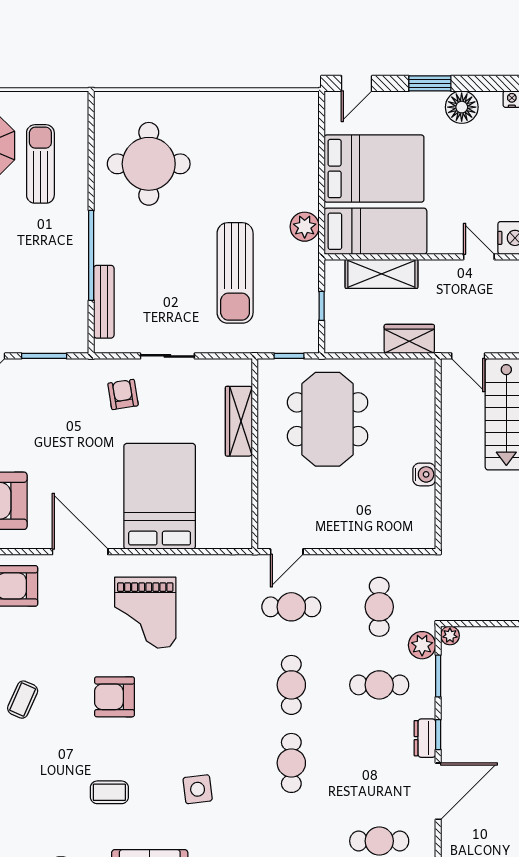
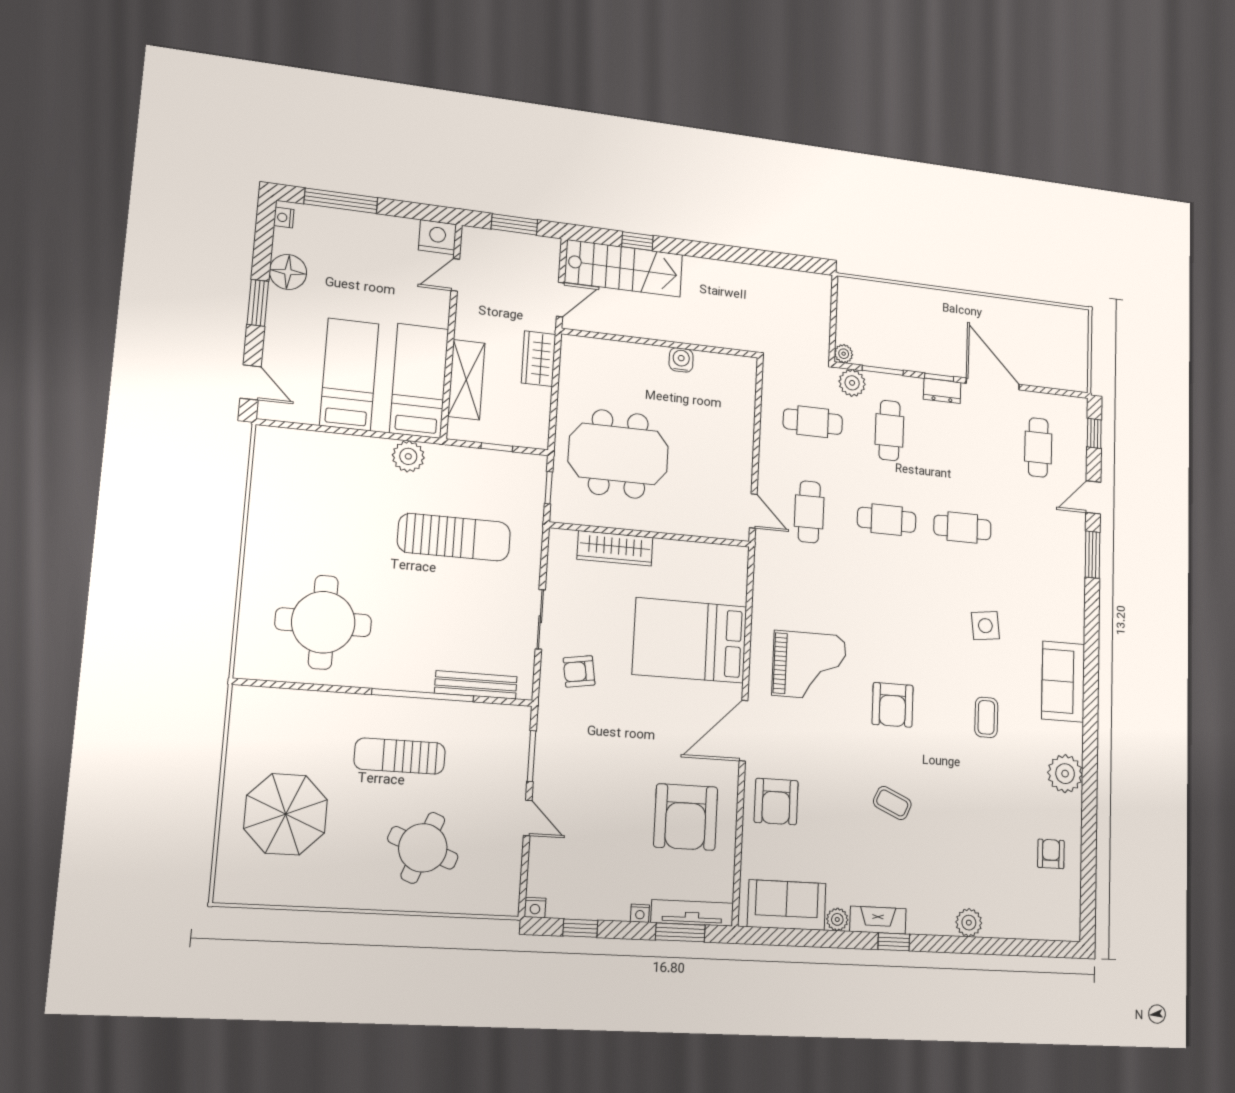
sun lounger: (40, 164) -> (400, 756), moved
bed: (374, 169) -> (349, 374), width x0.67

